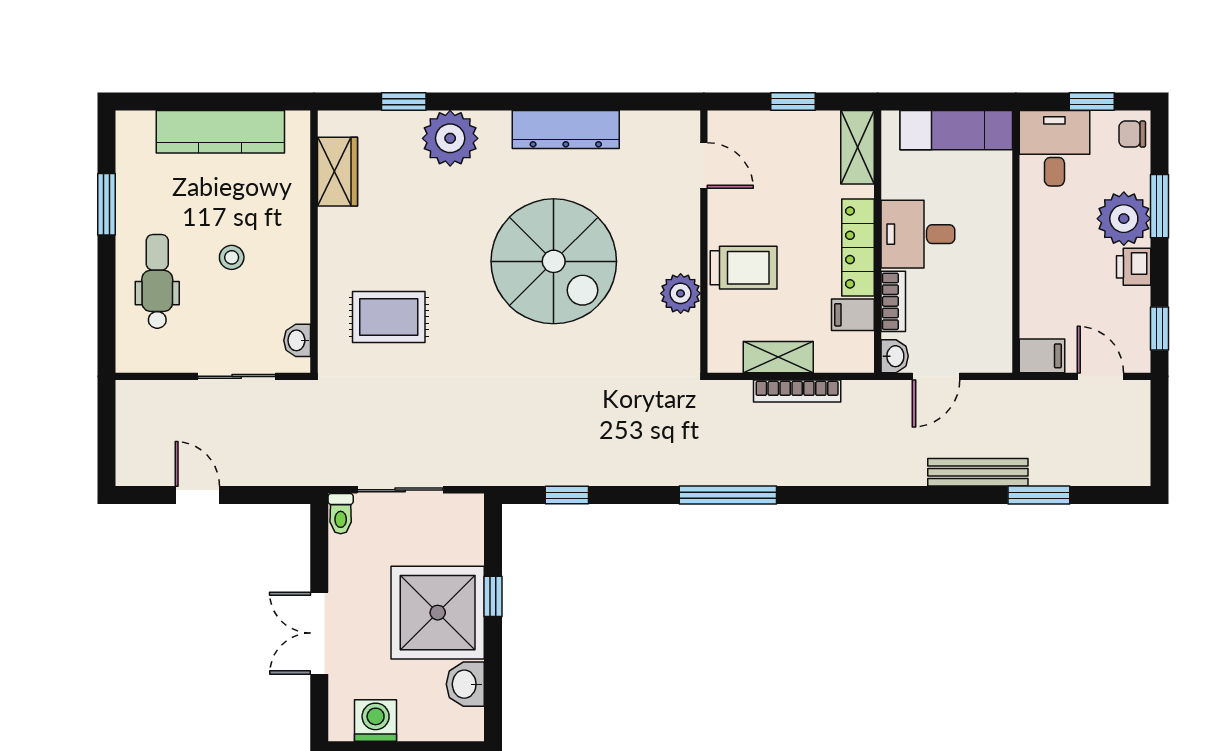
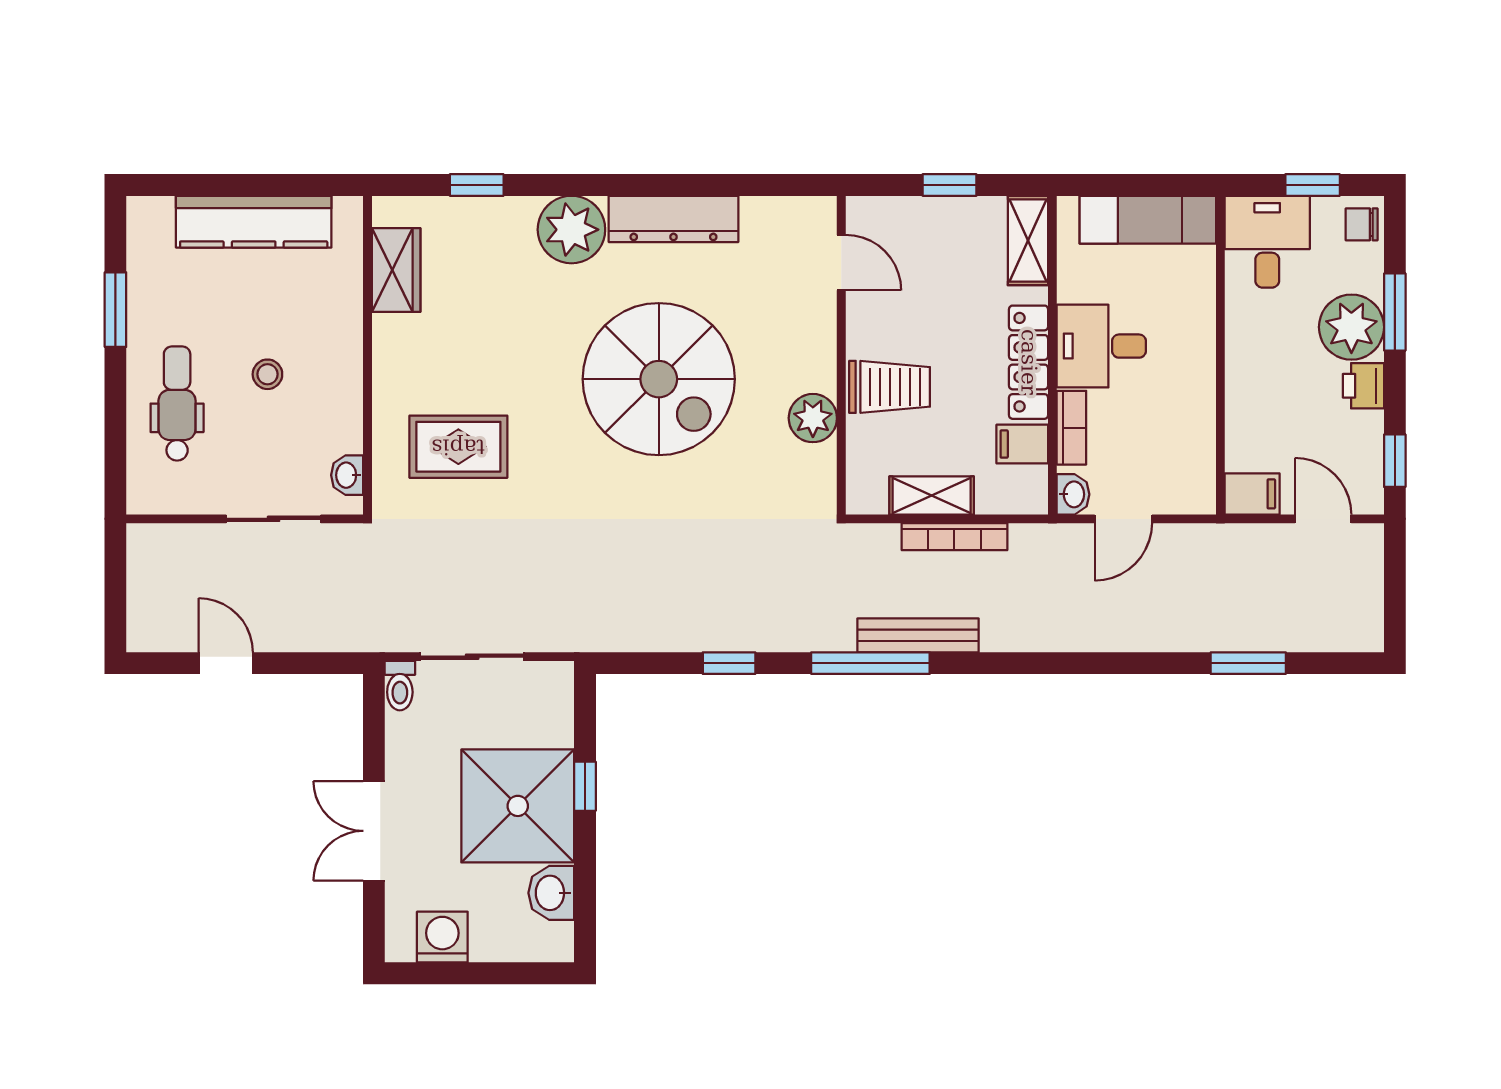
plant: (450, 138) -> (571, 230), moved
bench: (978, 472) -> (918, 635), moved
window: (567, 495) -> (729, 663), moved

